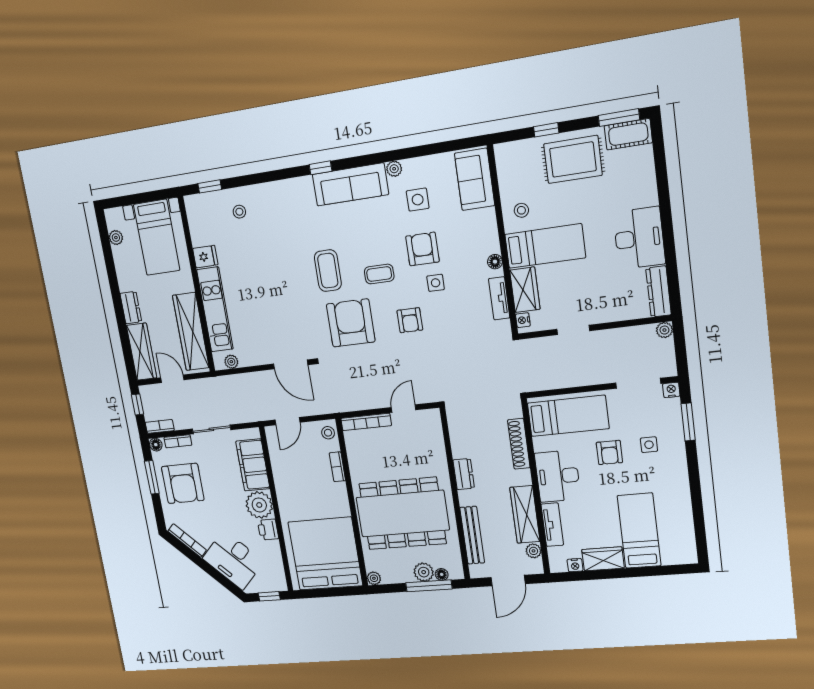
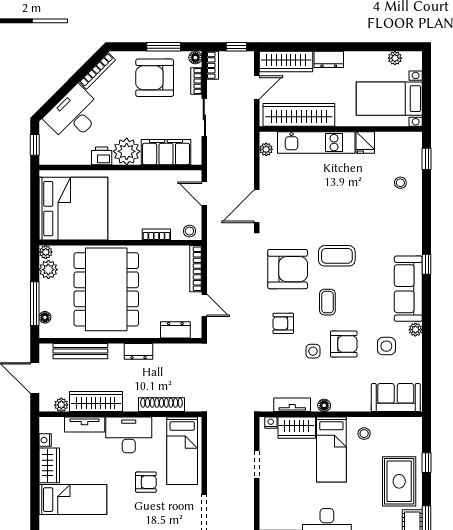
dresser: (435, 437) -> (175, 330), added
side table: (649, 445) -> (150, 516), removed
armchair: (609, 452) -> (146, 482), turned 180
plant: (424, 572) -> (48, 270), moved

